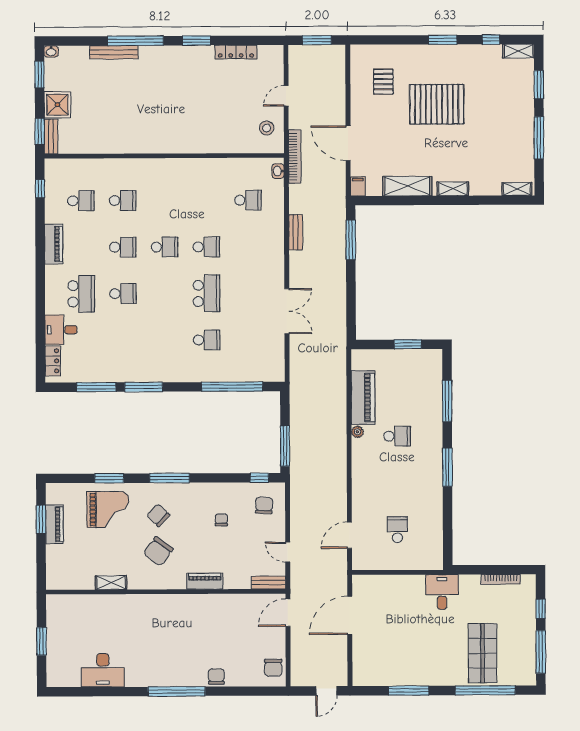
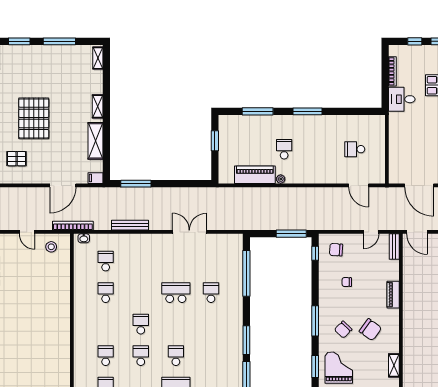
bench: (296, 232) -> (130, 225), width x1.36
school desk: (206, 247) -> (106, 293), moved
desk: (442, 592) -> (402, 99), moved

